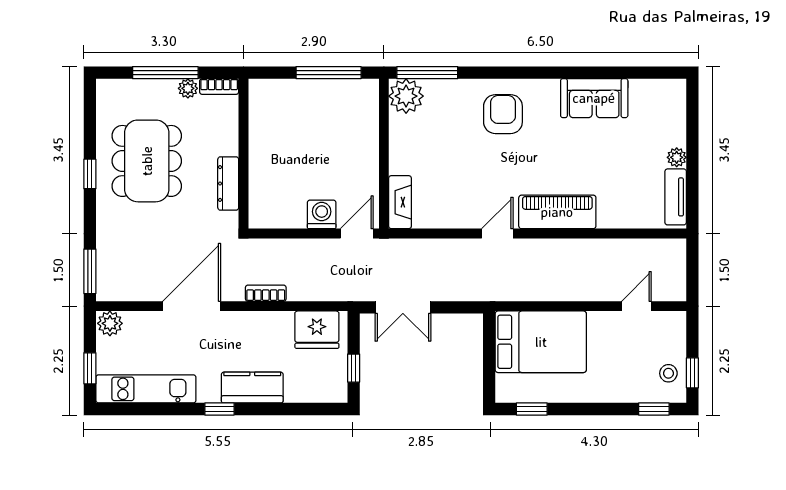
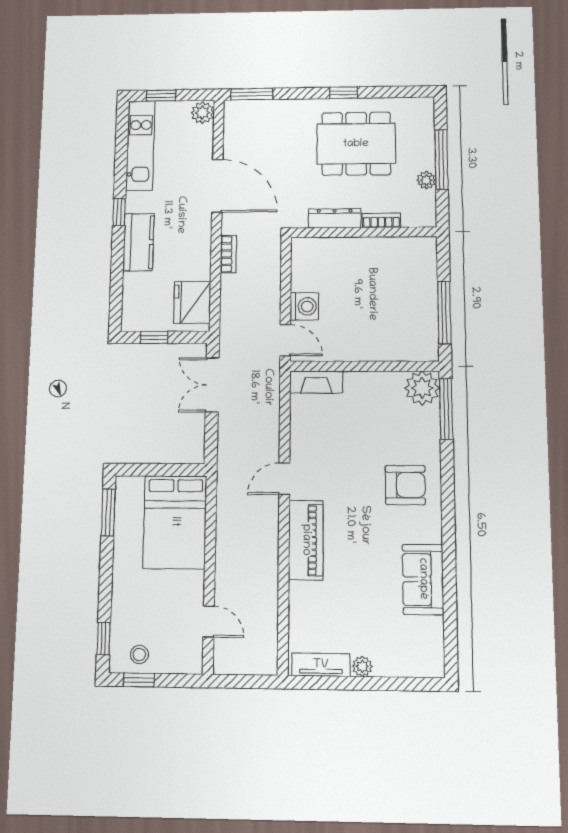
bookcase: (219, 87) -> (381, 220), moved, turned 90
door: (497, 234) -> (284, 479), swing flipped
window: (532, 409) -> (108, 513), width x1.50

